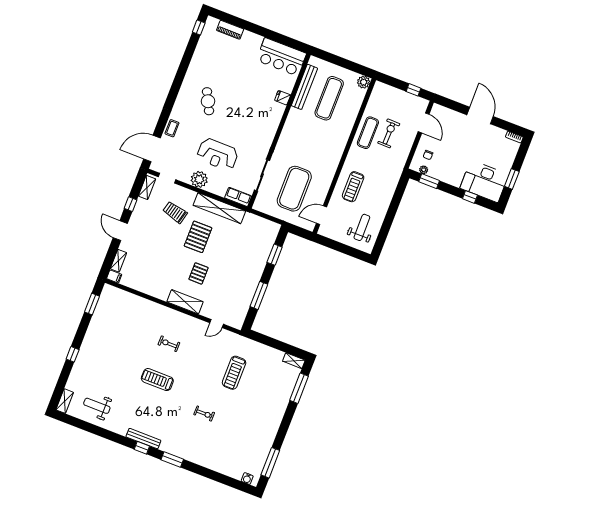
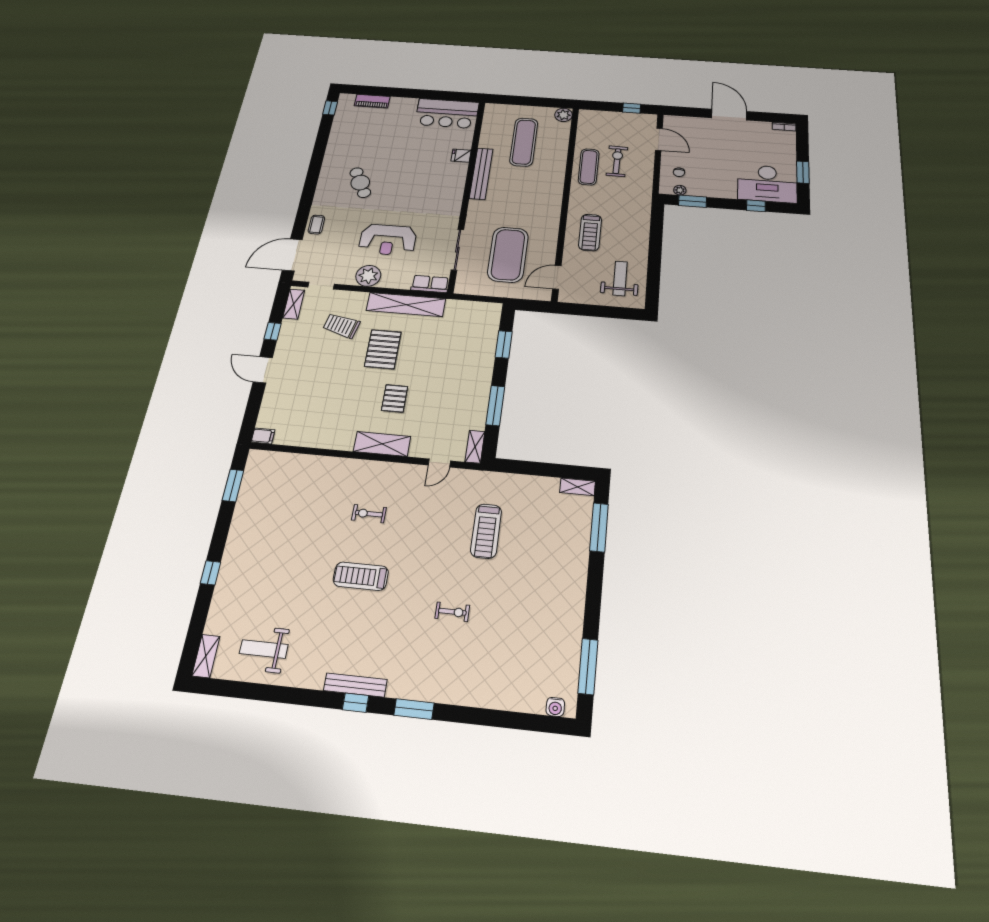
bench: (304, 87) -> (481, 174), moved
shelving: (118, 261) -> (475, 447), moved

